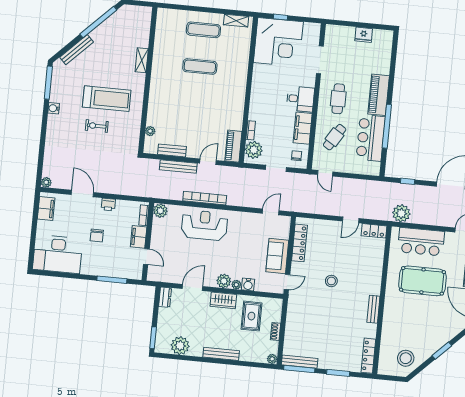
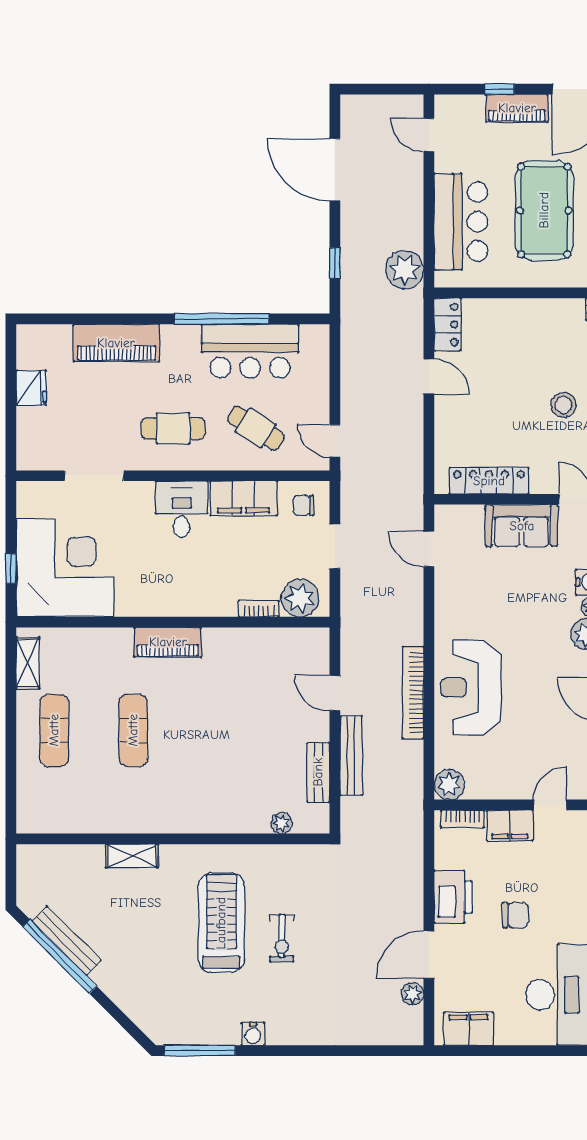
bench: (77, 50) -> (67, 941), moved
piano: (379, 95) -> (116, 343), moved
piano: (233, 146) -> (168, 642), moved
door: (325, 173) -> (335, 441), swing flipped
plant: (46, 182) -> (413, 994), moved
printer: (108, 204) -> (453, 897), width x1.87, depth x1.48

